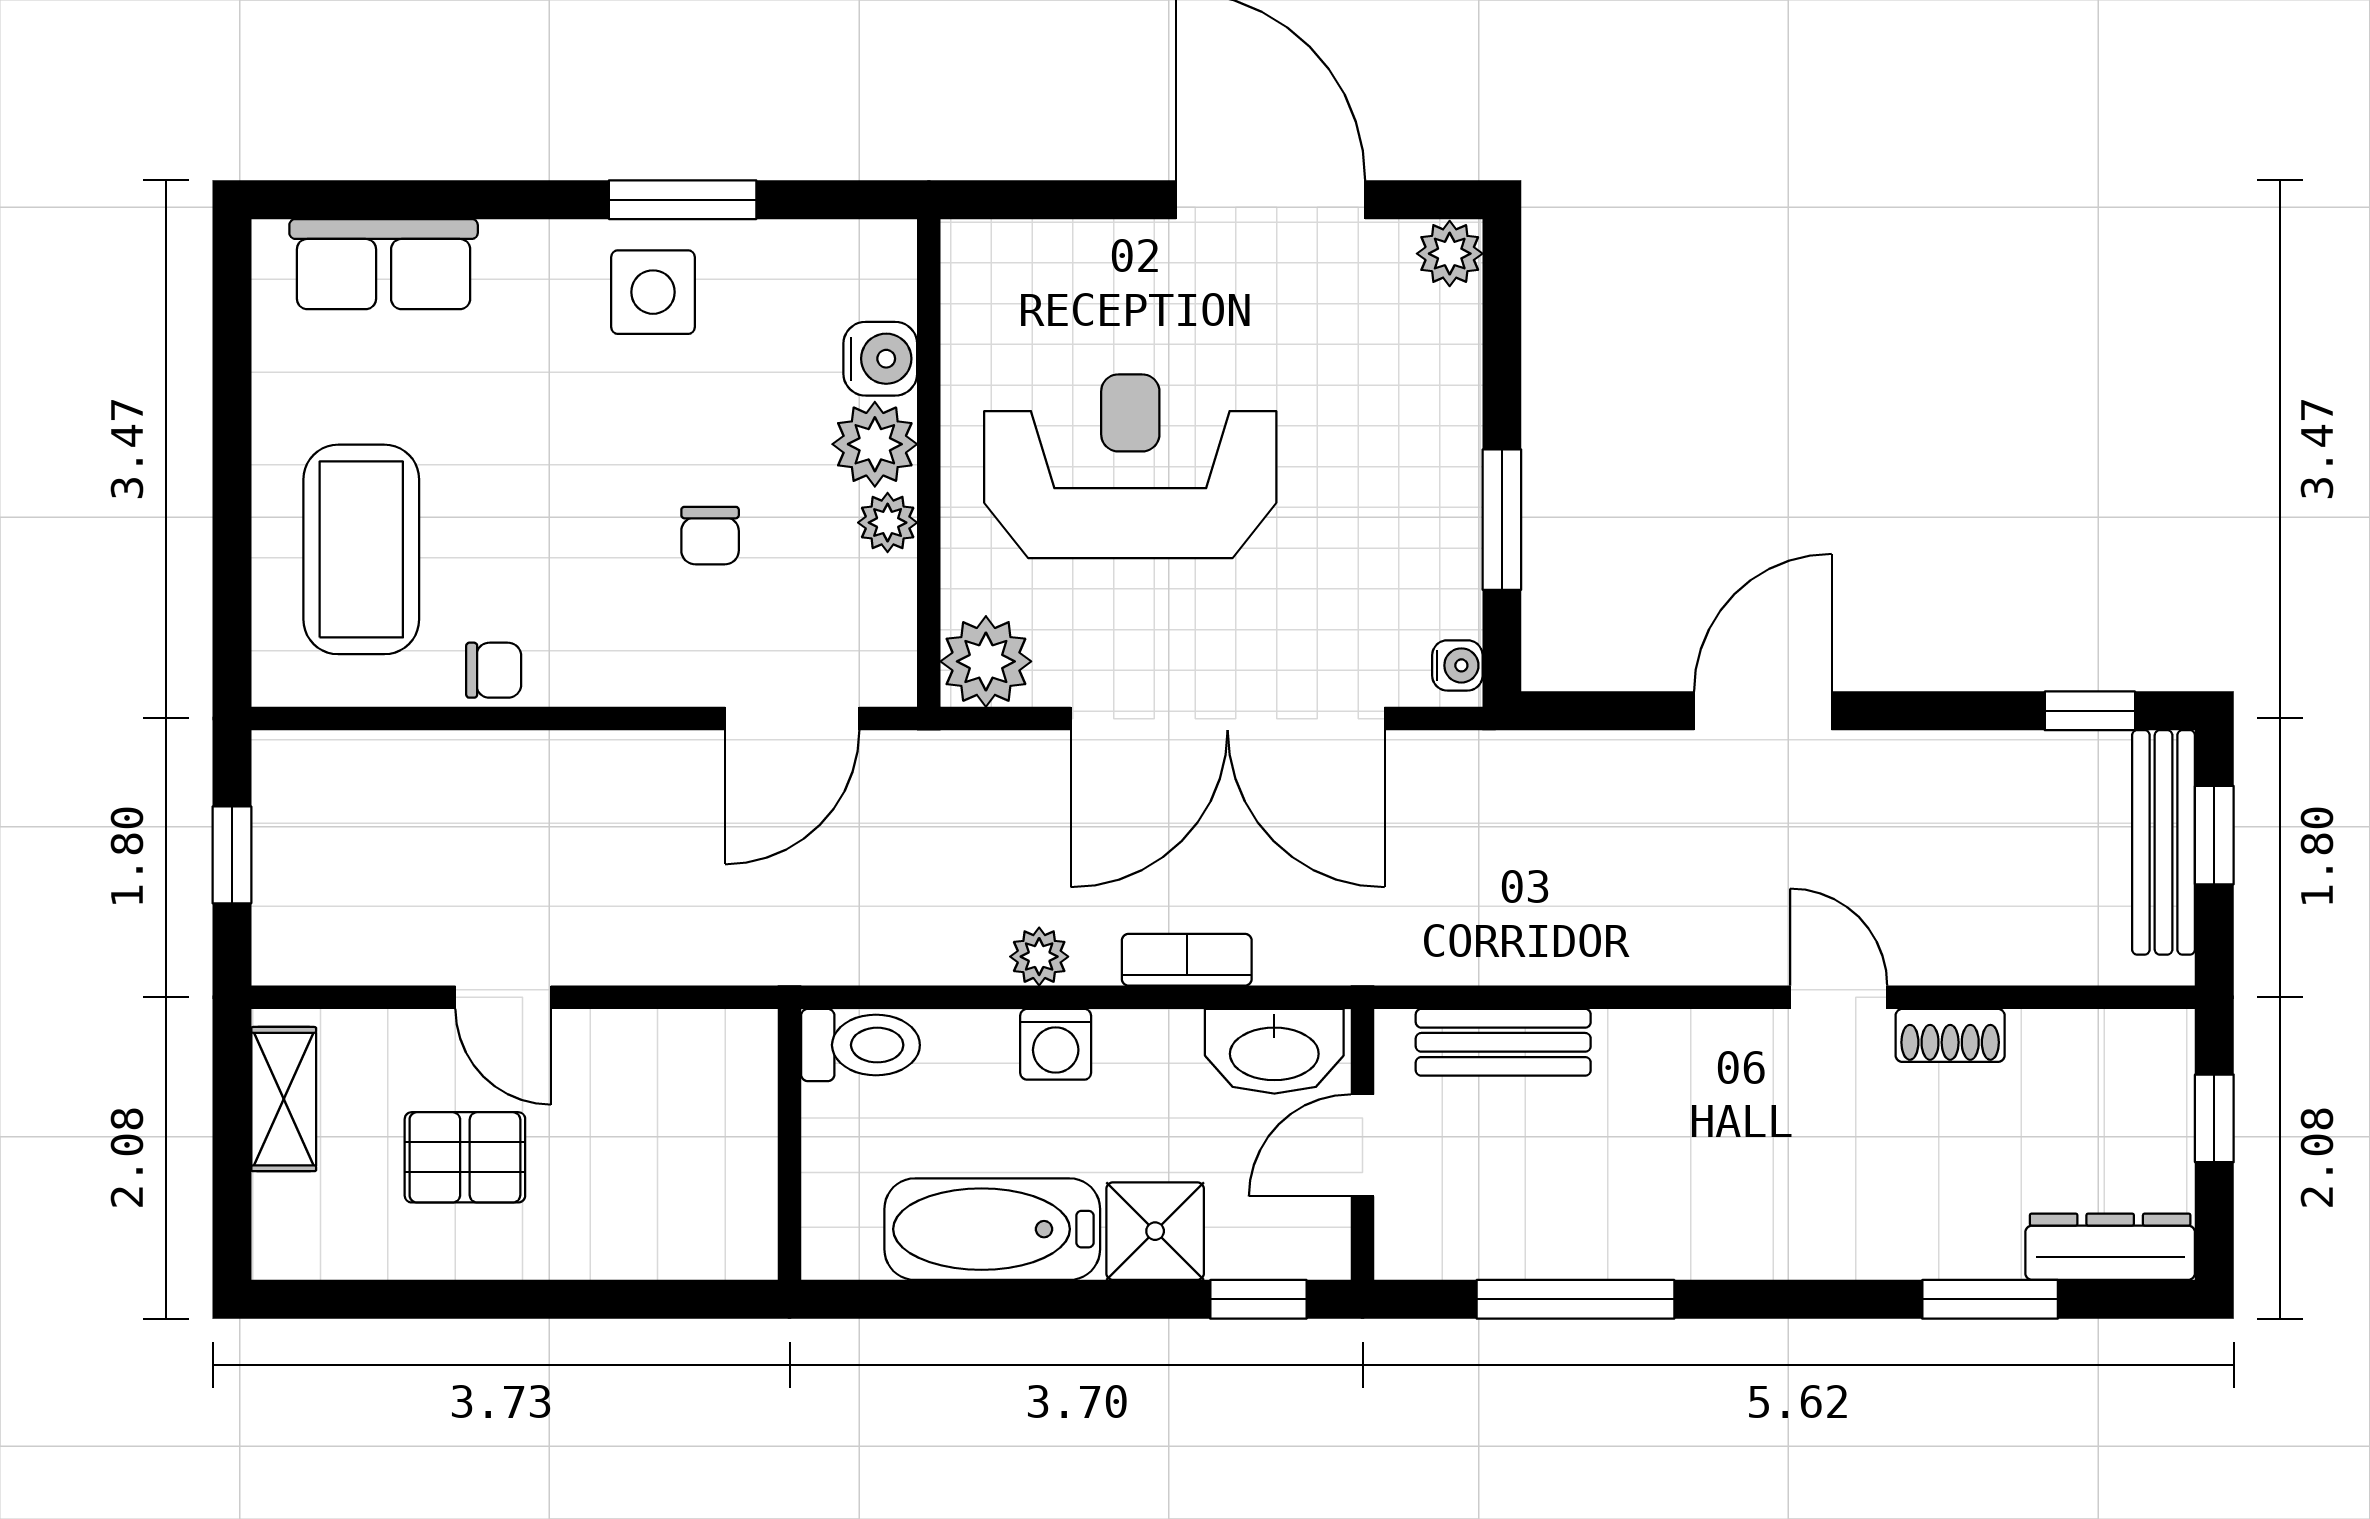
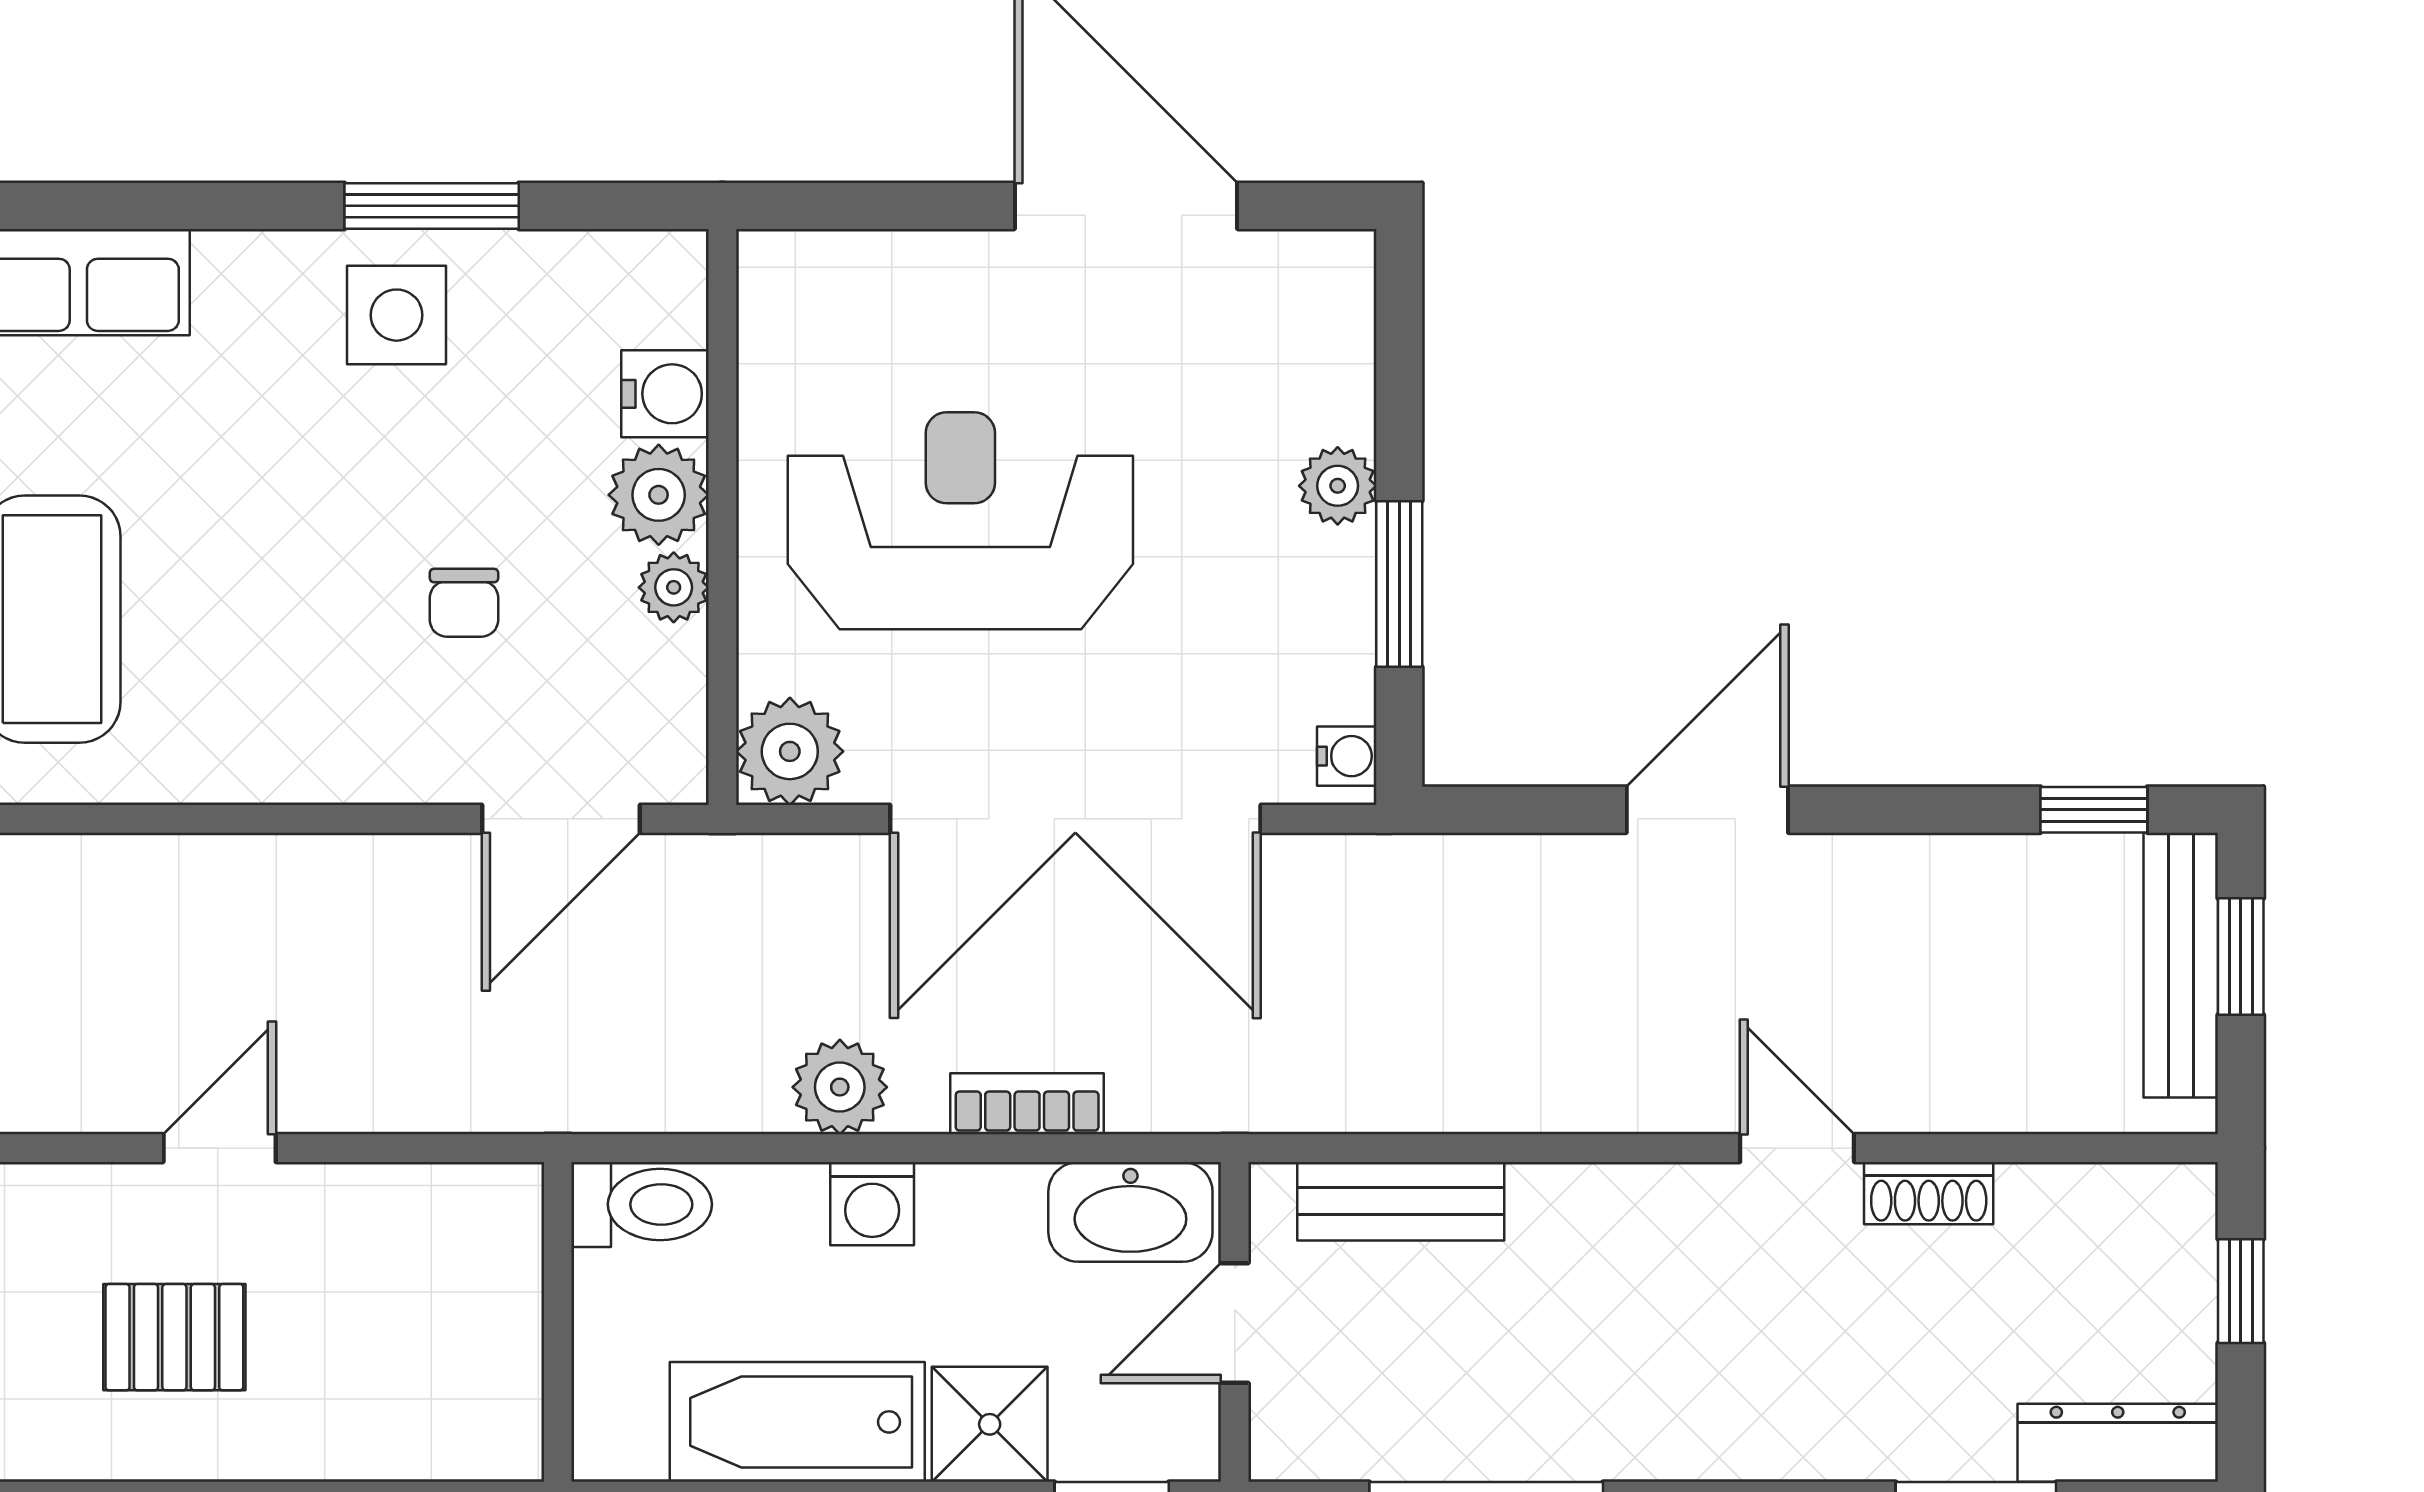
plant: (1450, 254) -> (1338, 486), moved
chair: (494, 670) -> (208, 762), removed
plant: (1039, 957) -> (840, 1087), width x1.38, depth x1.38
door: (503, 997) -> (220, 1148), swing flipped

